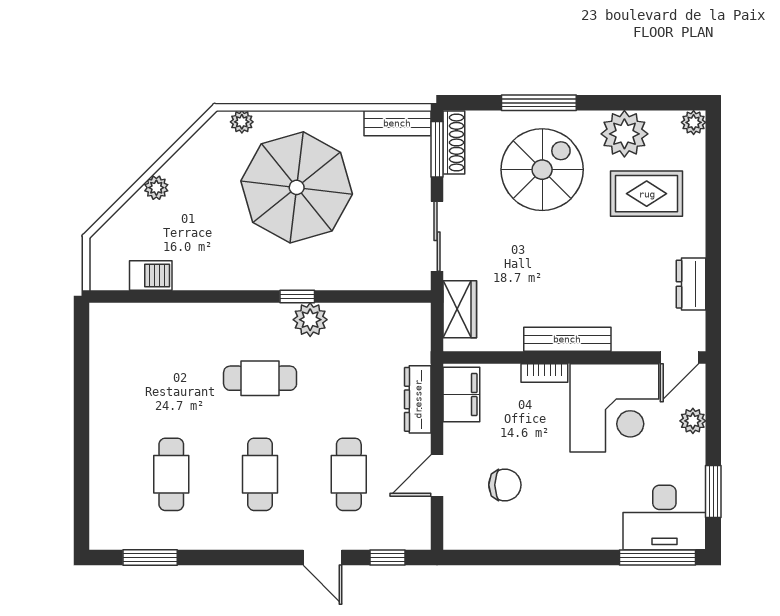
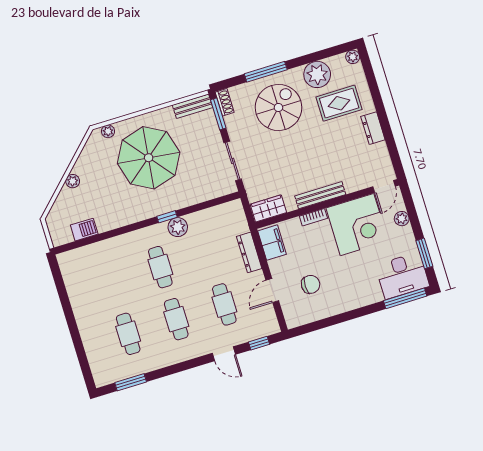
shoe rack: (454, 142) -> (225, 102), width x0.70
dresser: (691, 284) -> (373, 128), moved
wardrobe: (460, 309) -> (268, 208), moved, turned -90
cafe table: (260, 378) -> (160, 267), turned 90

